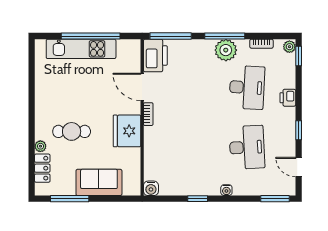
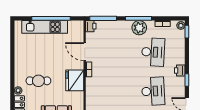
printer: (155, 56) -> (91, 26), width x0.53, depth x0.68
printer: (288, 98) -> (180, 71), moved

